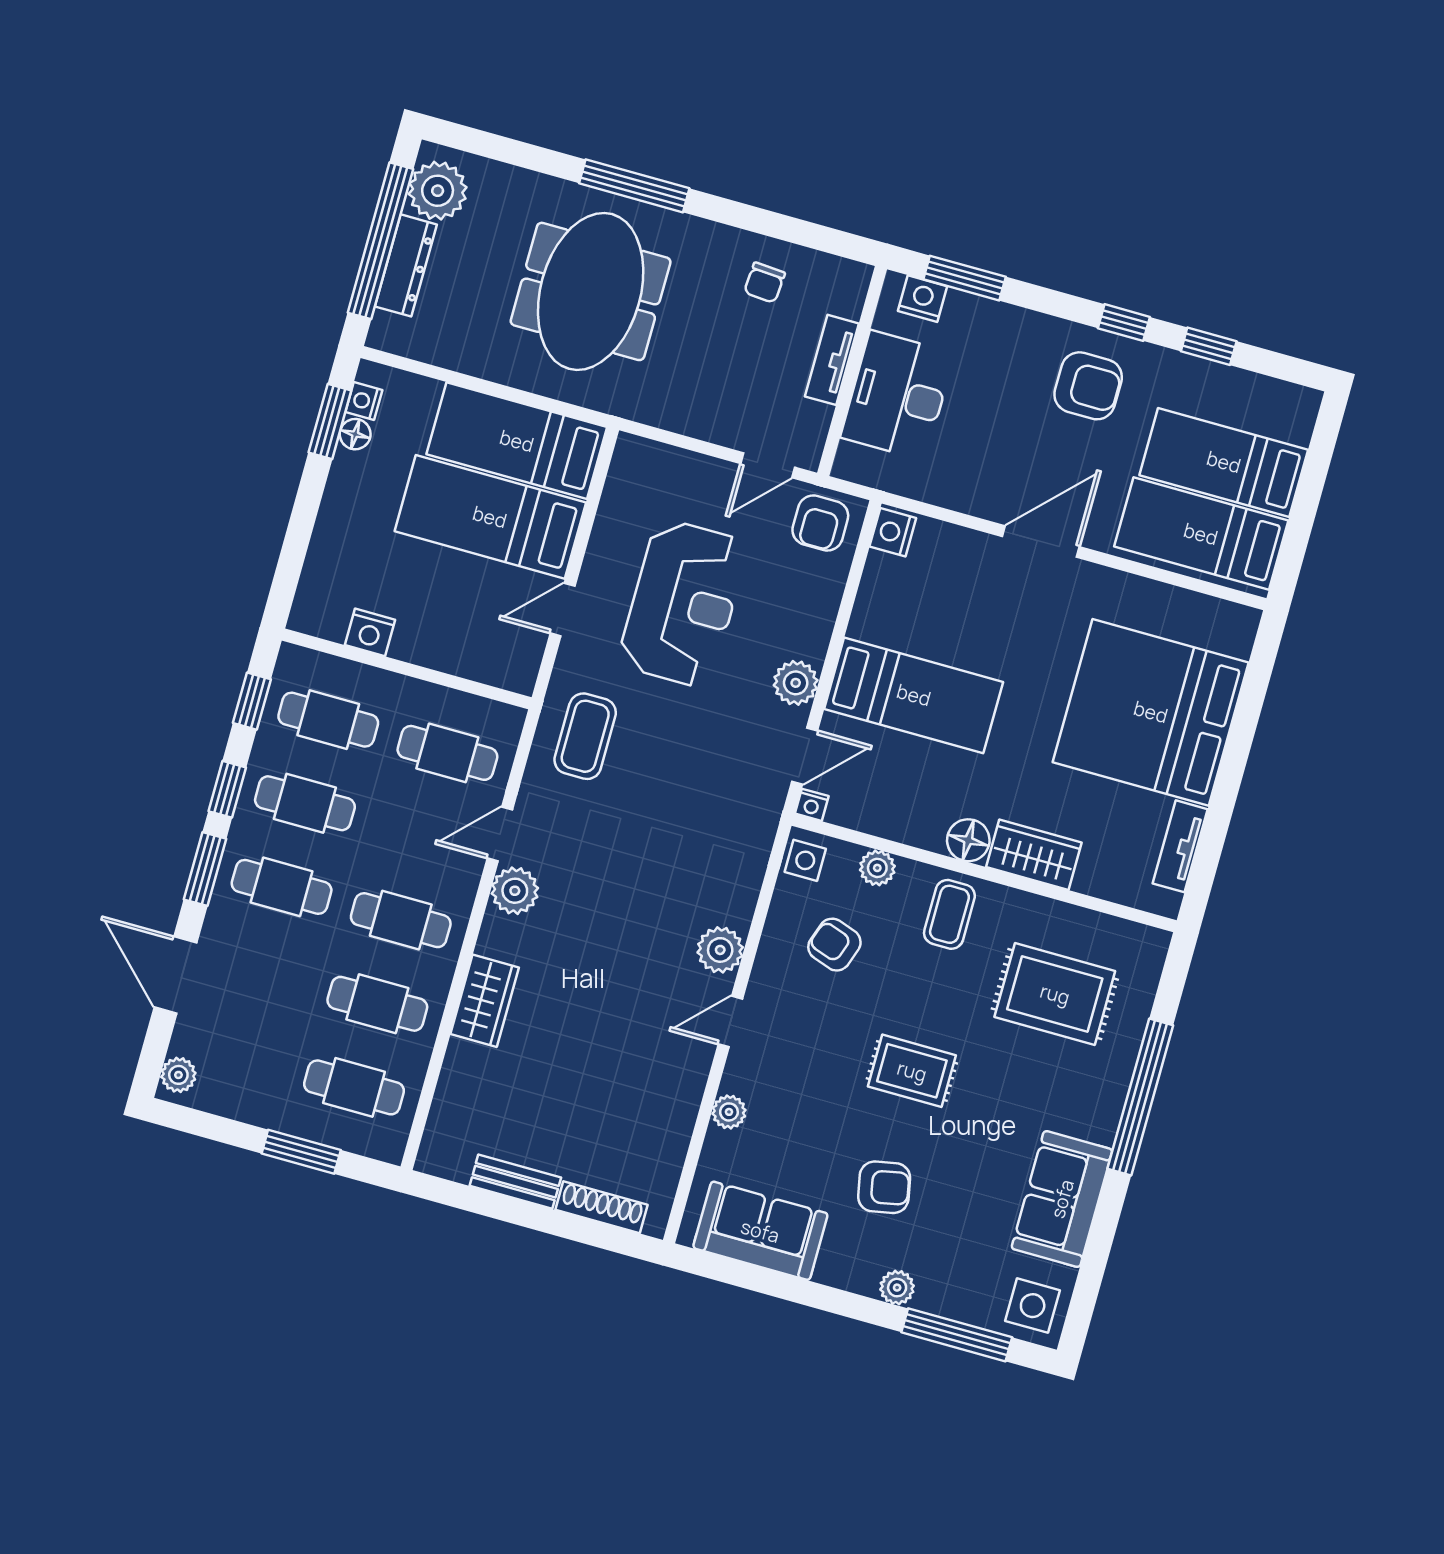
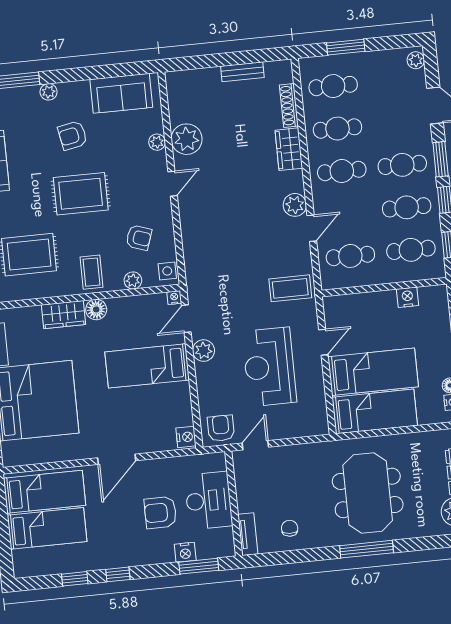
nightstand: (923, 299) -> (185, 552), moved
tv unit: (832, 360) -> (248, 534), moved
armchair: (1088, 386) -> (160, 513), moved
coffee table: (585, 736) -> (290, 288), turned 90
plant: (720, 950) -> (187, 139), moved, width x1.36, depth x1.36
rug: (912, 1071) -> (81, 194), width x1.36, depth x1.43
shoe rack: (602, 1207) -> (289, 105), moved, turned 90

